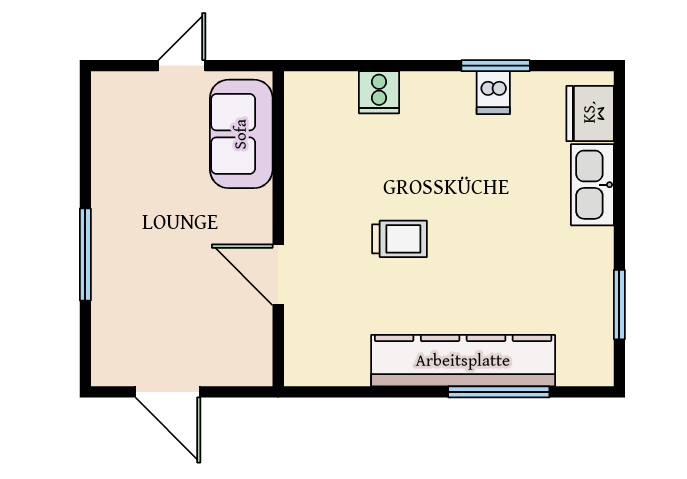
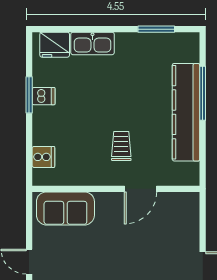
sofa: (241, 134) -> (65, 208), moved
wall: (278, 229) -> (116, 189), moved
door: (278, 275) -> (140, 189), moved

